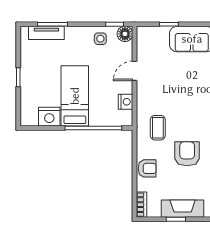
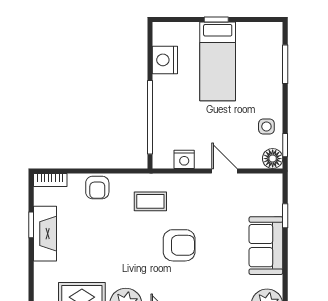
tv unit: (46, 33) -> (274, 56), removed
bed: (75, 96) -> (218, 61), moved, turned 90
armchair: (187, 154) -> (179, 245), moved

